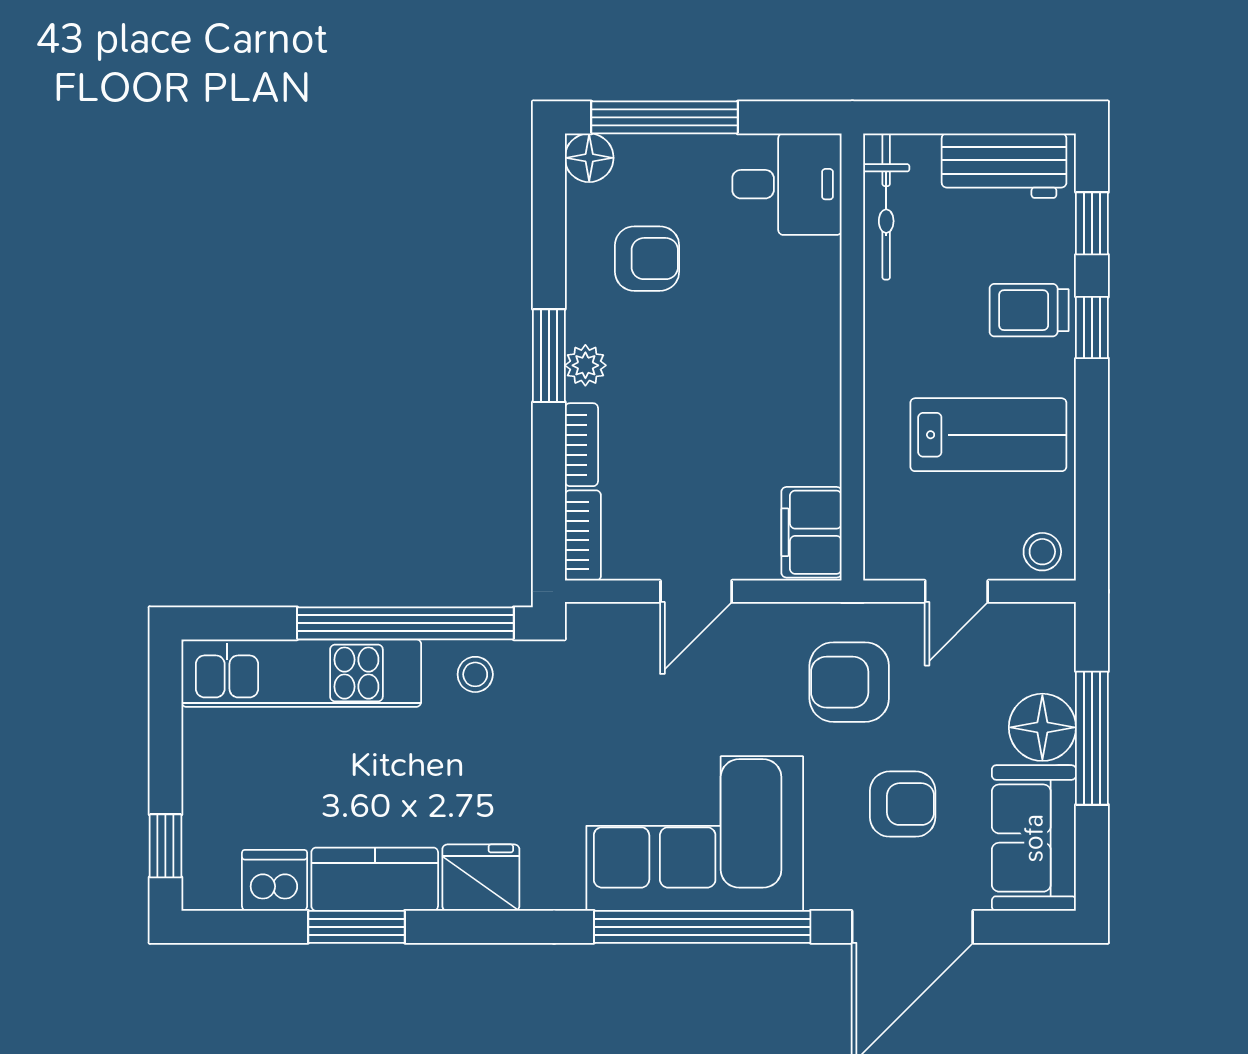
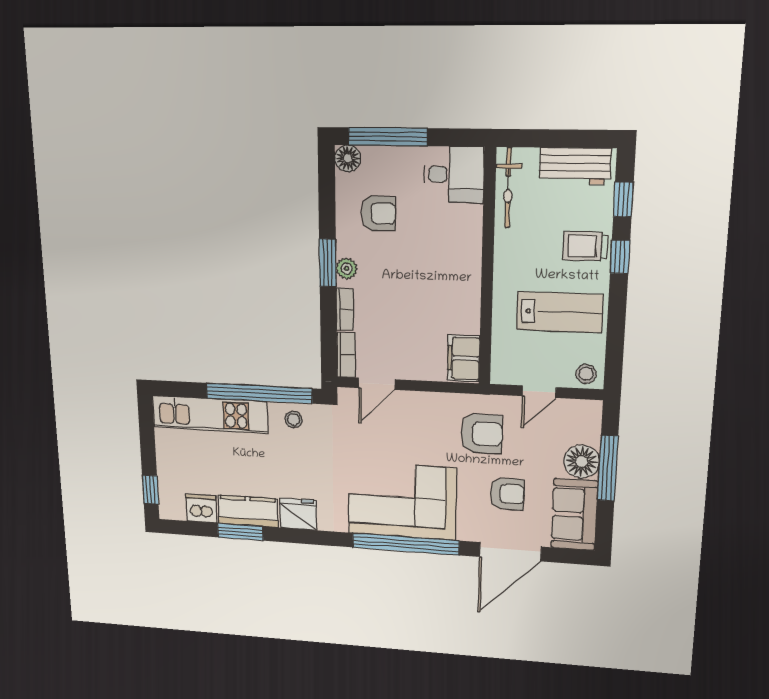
door: (696, 591) -> (377, 384), moved
armchair: (849, 682) -> (481, 434), turned 180

